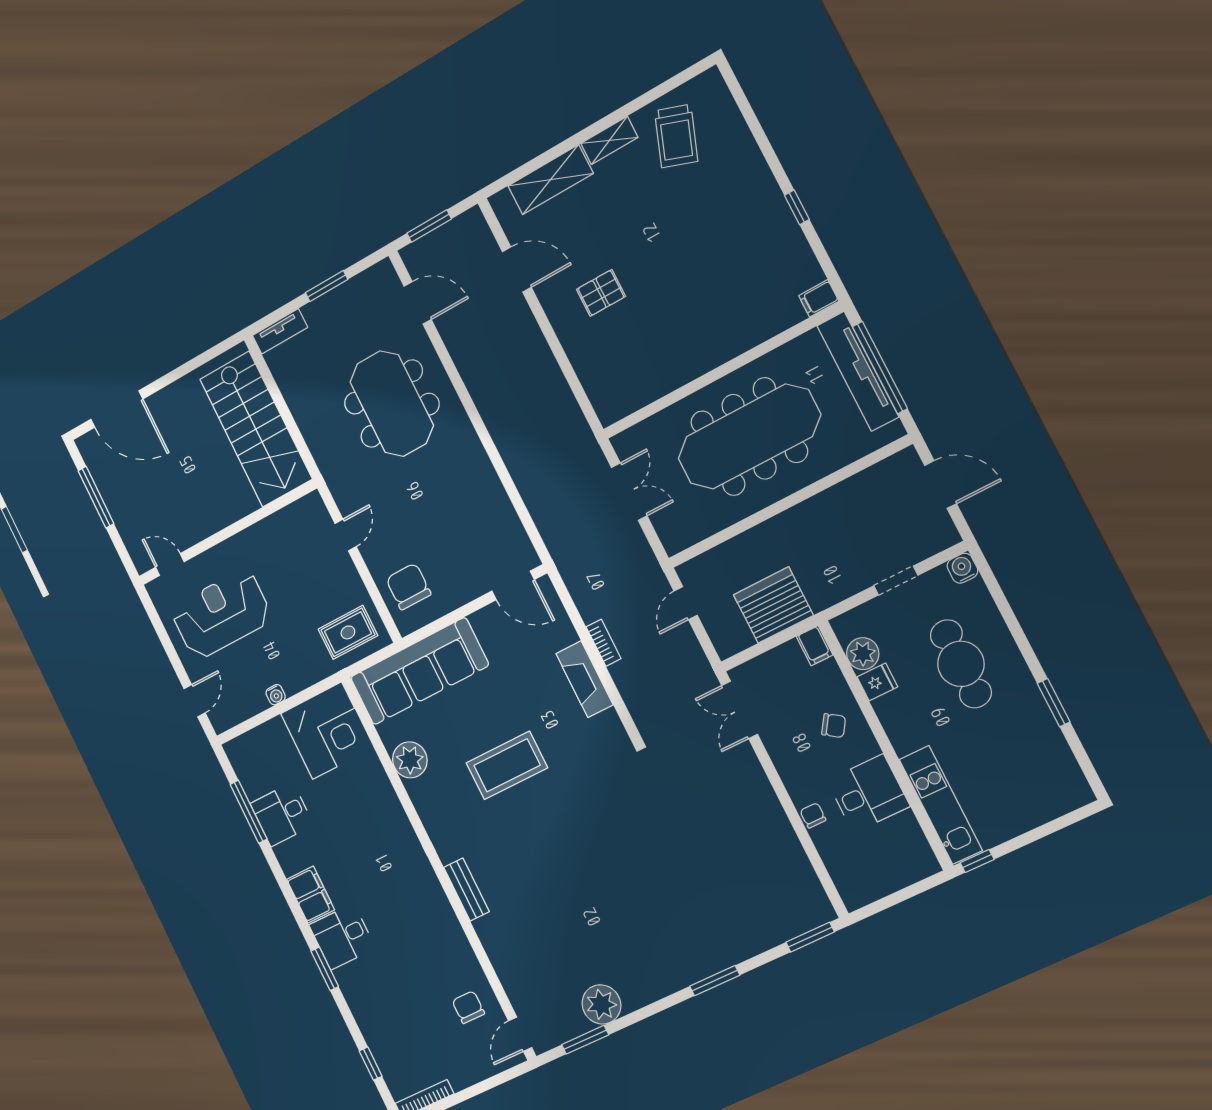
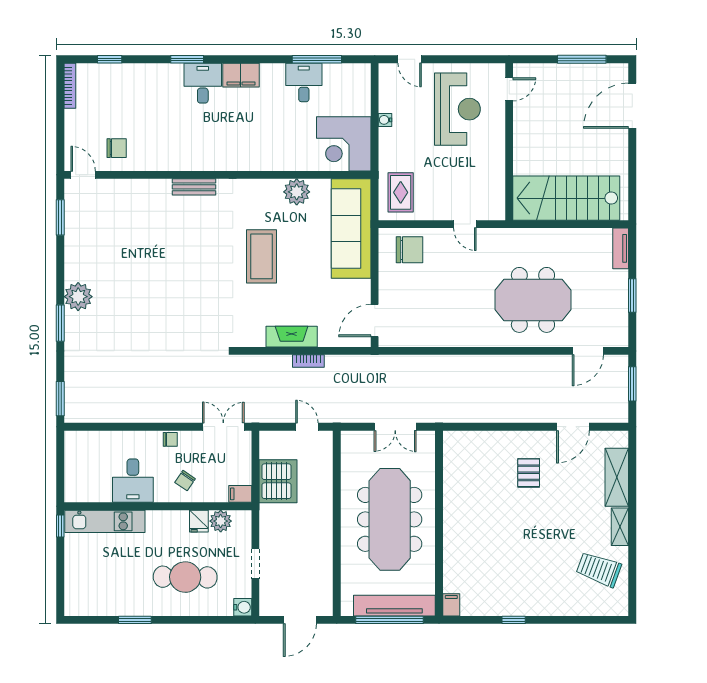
chair: (813, 815) -> (170, 439), moved
plant: (601, 1004) -> (78, 297), moved

